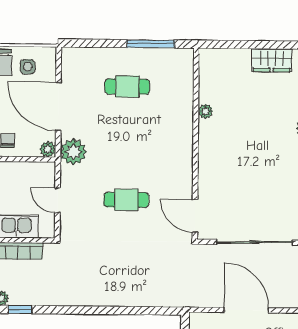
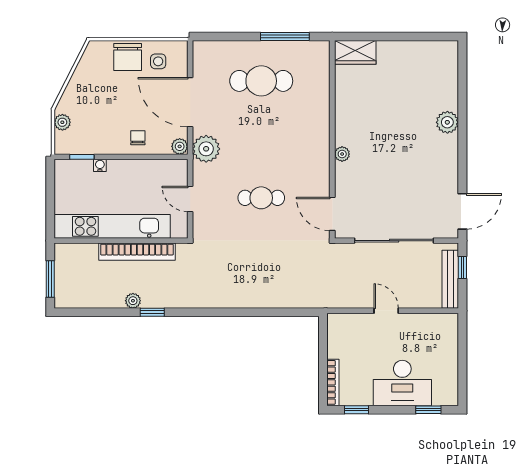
wardrobe: (272, 60) -> (355, 52), moved
cafe table: (127, 87) -> (261, 81), width x1.37, depth x1.35
plant: (205, 111) -> (342, 154), moved
door: (246, 310) -> (386, 311), width x0.53

